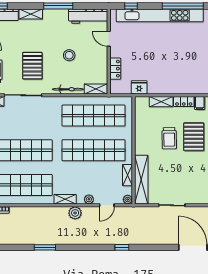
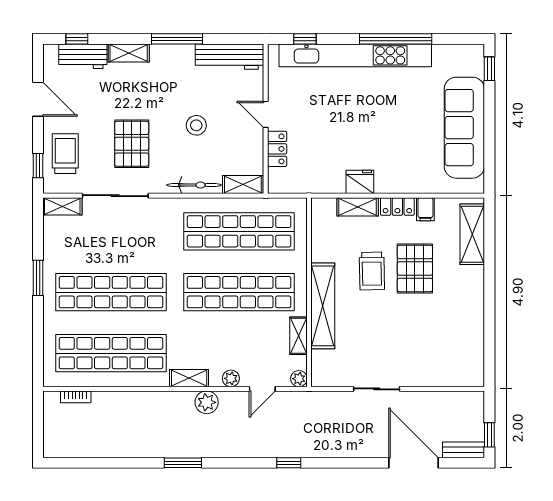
door: (109, 39) -> (266, 114), moved
fridge: (139, 87) -> (360, 182), moved
shelving: (141, 180) -> (323, 306), moved
window: (45, 247) -> (183, 463), moved

